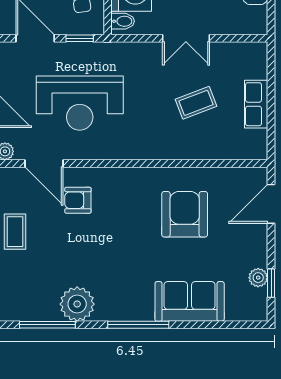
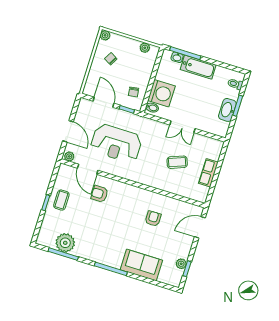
armchair: (185, 214) -> (153, 219), width x0.53, depth x0.53
plant: (77, 304) -> (65, 243), moved

